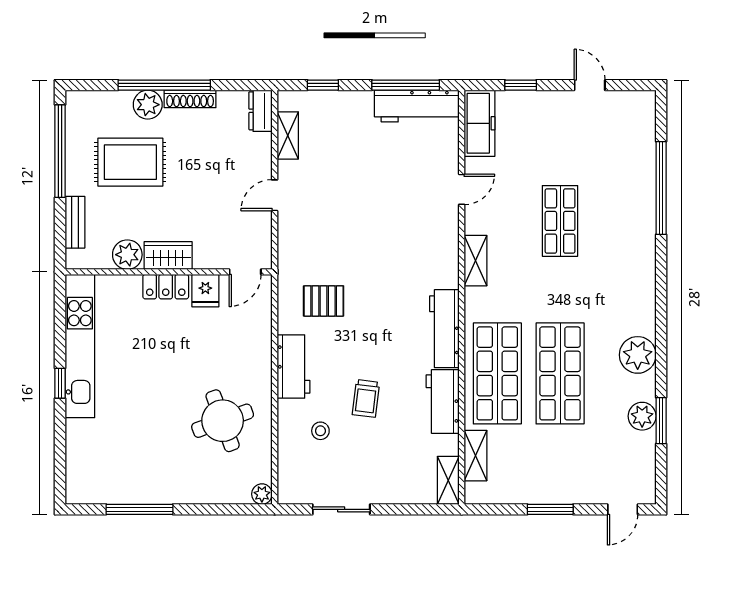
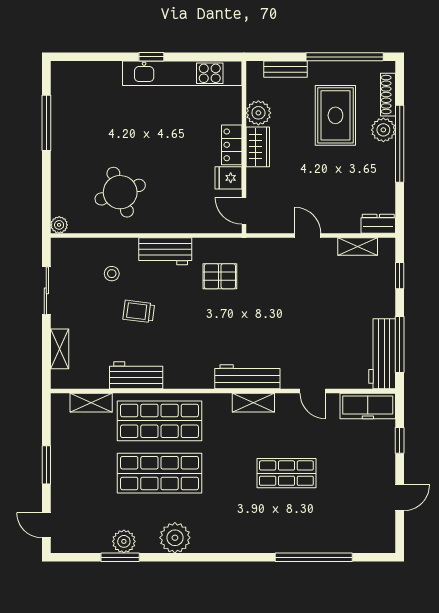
shoe rack: (190, 99) -> (388, 95), moved
pallet: (324, 301) -> (220, 276), turned 90
workbench: (444, 329) -> (247, 377), moved
shelving: (448, 480) -> (60, 349), moved, turned 90

